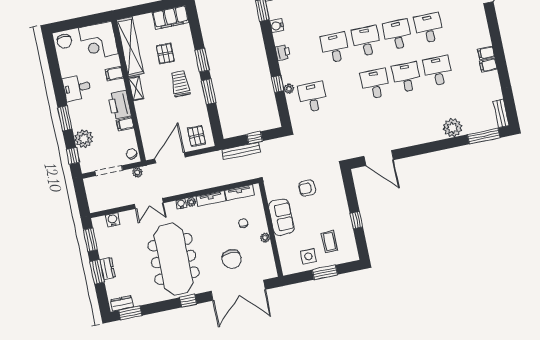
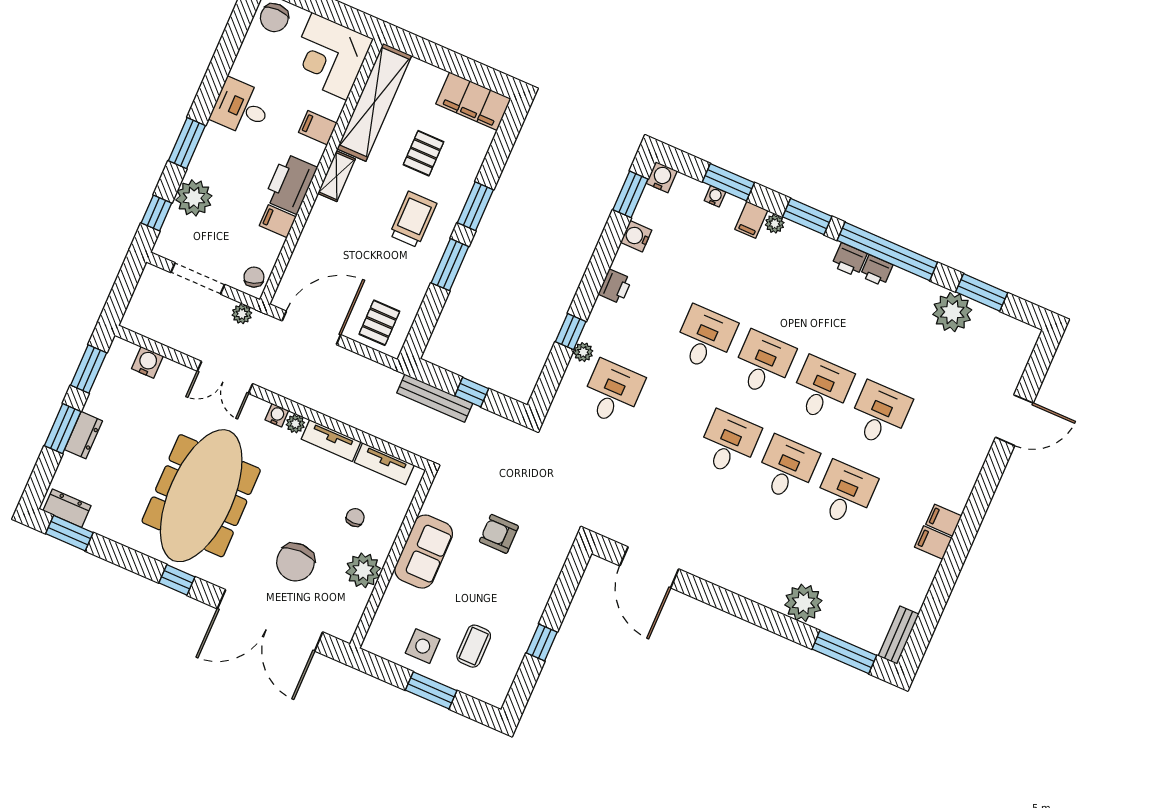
plant: (265, 238) -> (363, 570), width x1.87, depth x1.87

